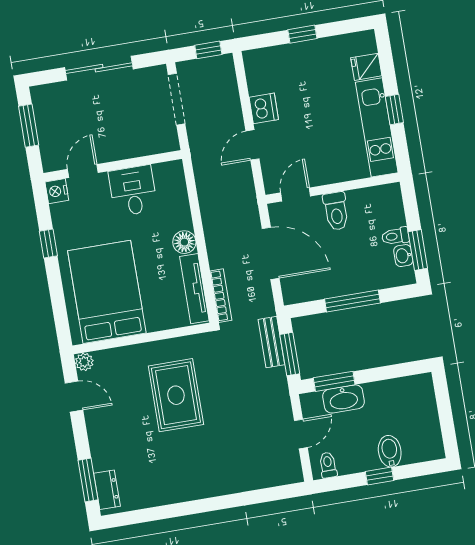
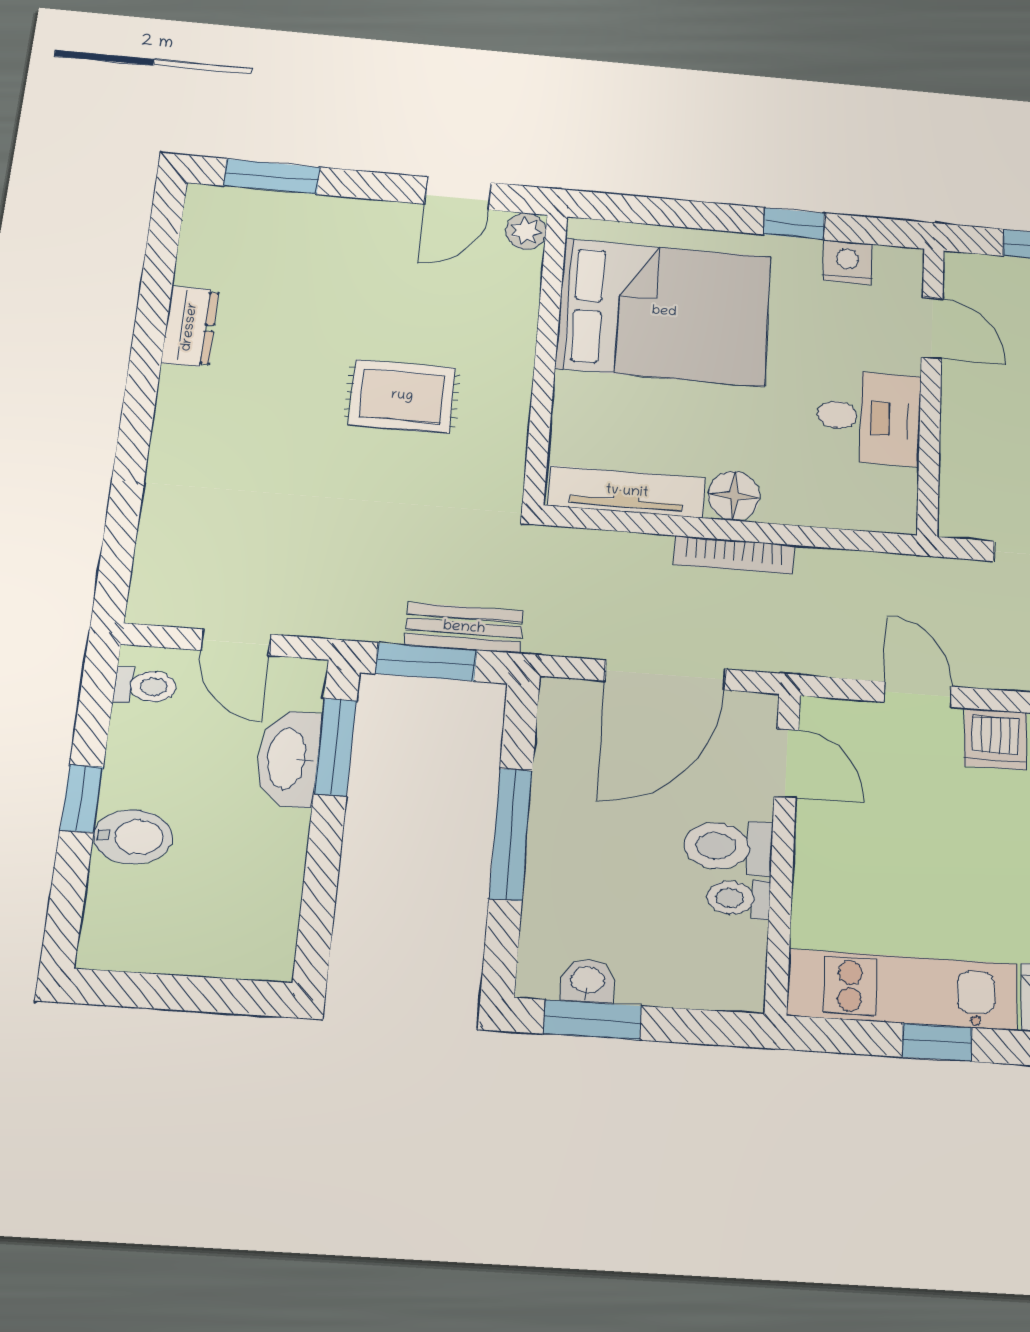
nightstand: (57, 191) -> (847, 262), moved
toilet: (395, 236) -> (738, 898), moved, turned -90
bookcase: (221, 296) -> (734, 555), moved
rug: (176, 395) -> (402, 396), width x0.73, depth x0.70
dresser: (107, 490) -> (190, 327), moved, turned -90

